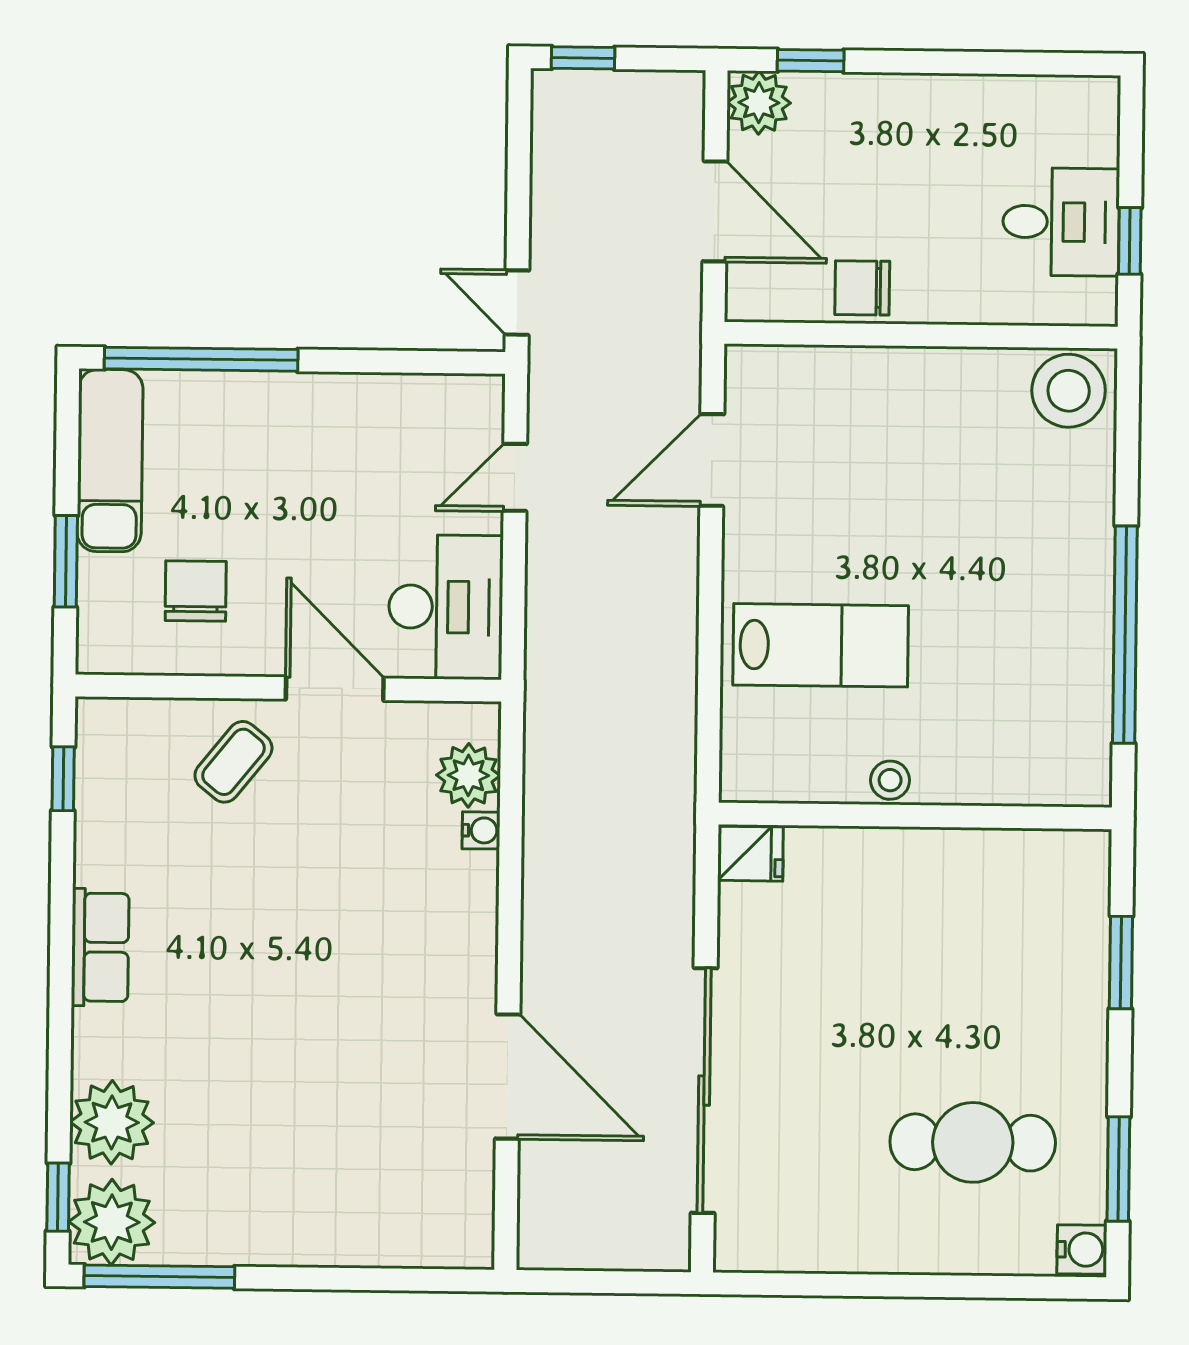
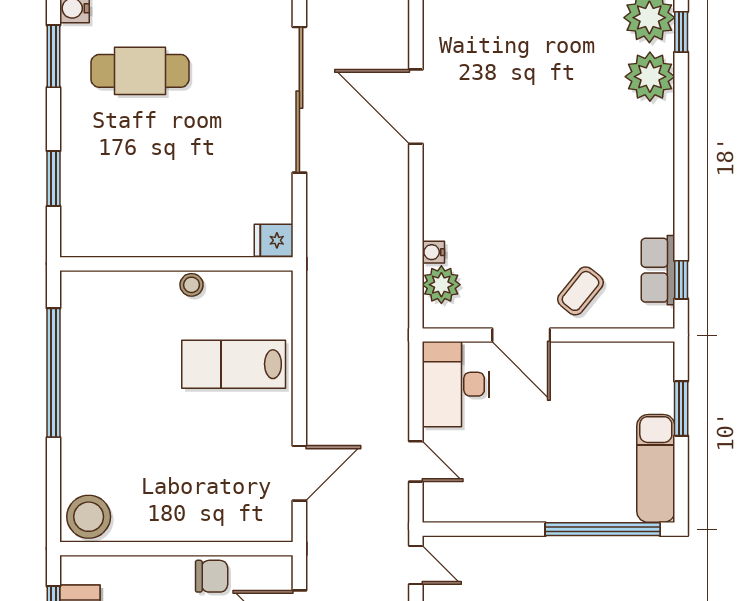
door: (515, 477) -> (416, 461), hinge flipped
chair: (196, 591) -> (604, 392), removed
row of seats: (100, 947) -> (658, 270), moved

